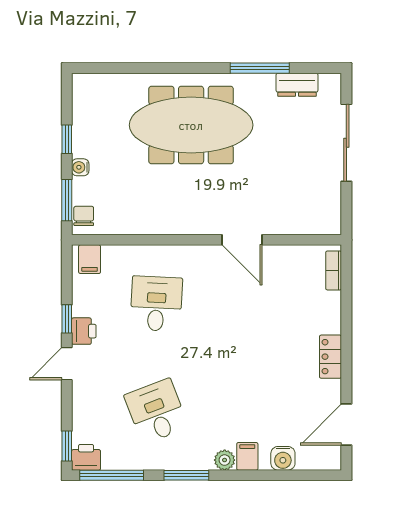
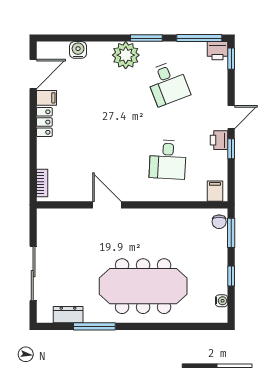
water cooler: (80, 167) -> (222, 301), moved
filing cabinet: (247, 456) -> (46, 98), moved, turned -90
plant: (225, 460) -> (126, 55), width x1.88, depth x1.88

